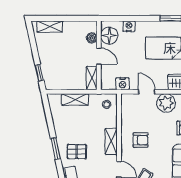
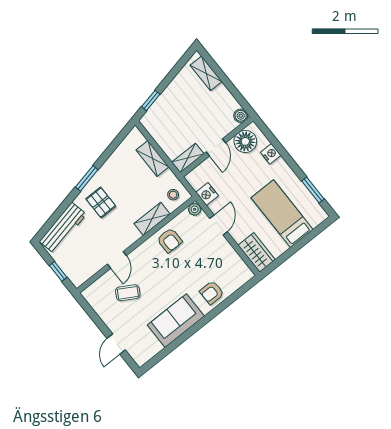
boiler: (92, 38) -> (241, 116), moved
plant: (166, 103) -> (195, 209), moved, width x0.53, depth x0.53
armchair: (141, 140) -> (170, 240), moved
shelving: (111, 142) -> (152, 219), moved

